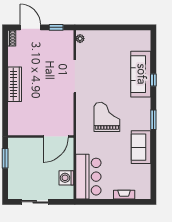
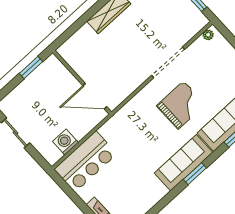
grand piano: (107, 117) -> (181, 105), moved
sofa: (141, 147) -> (184, 163), moved, width x1.36

